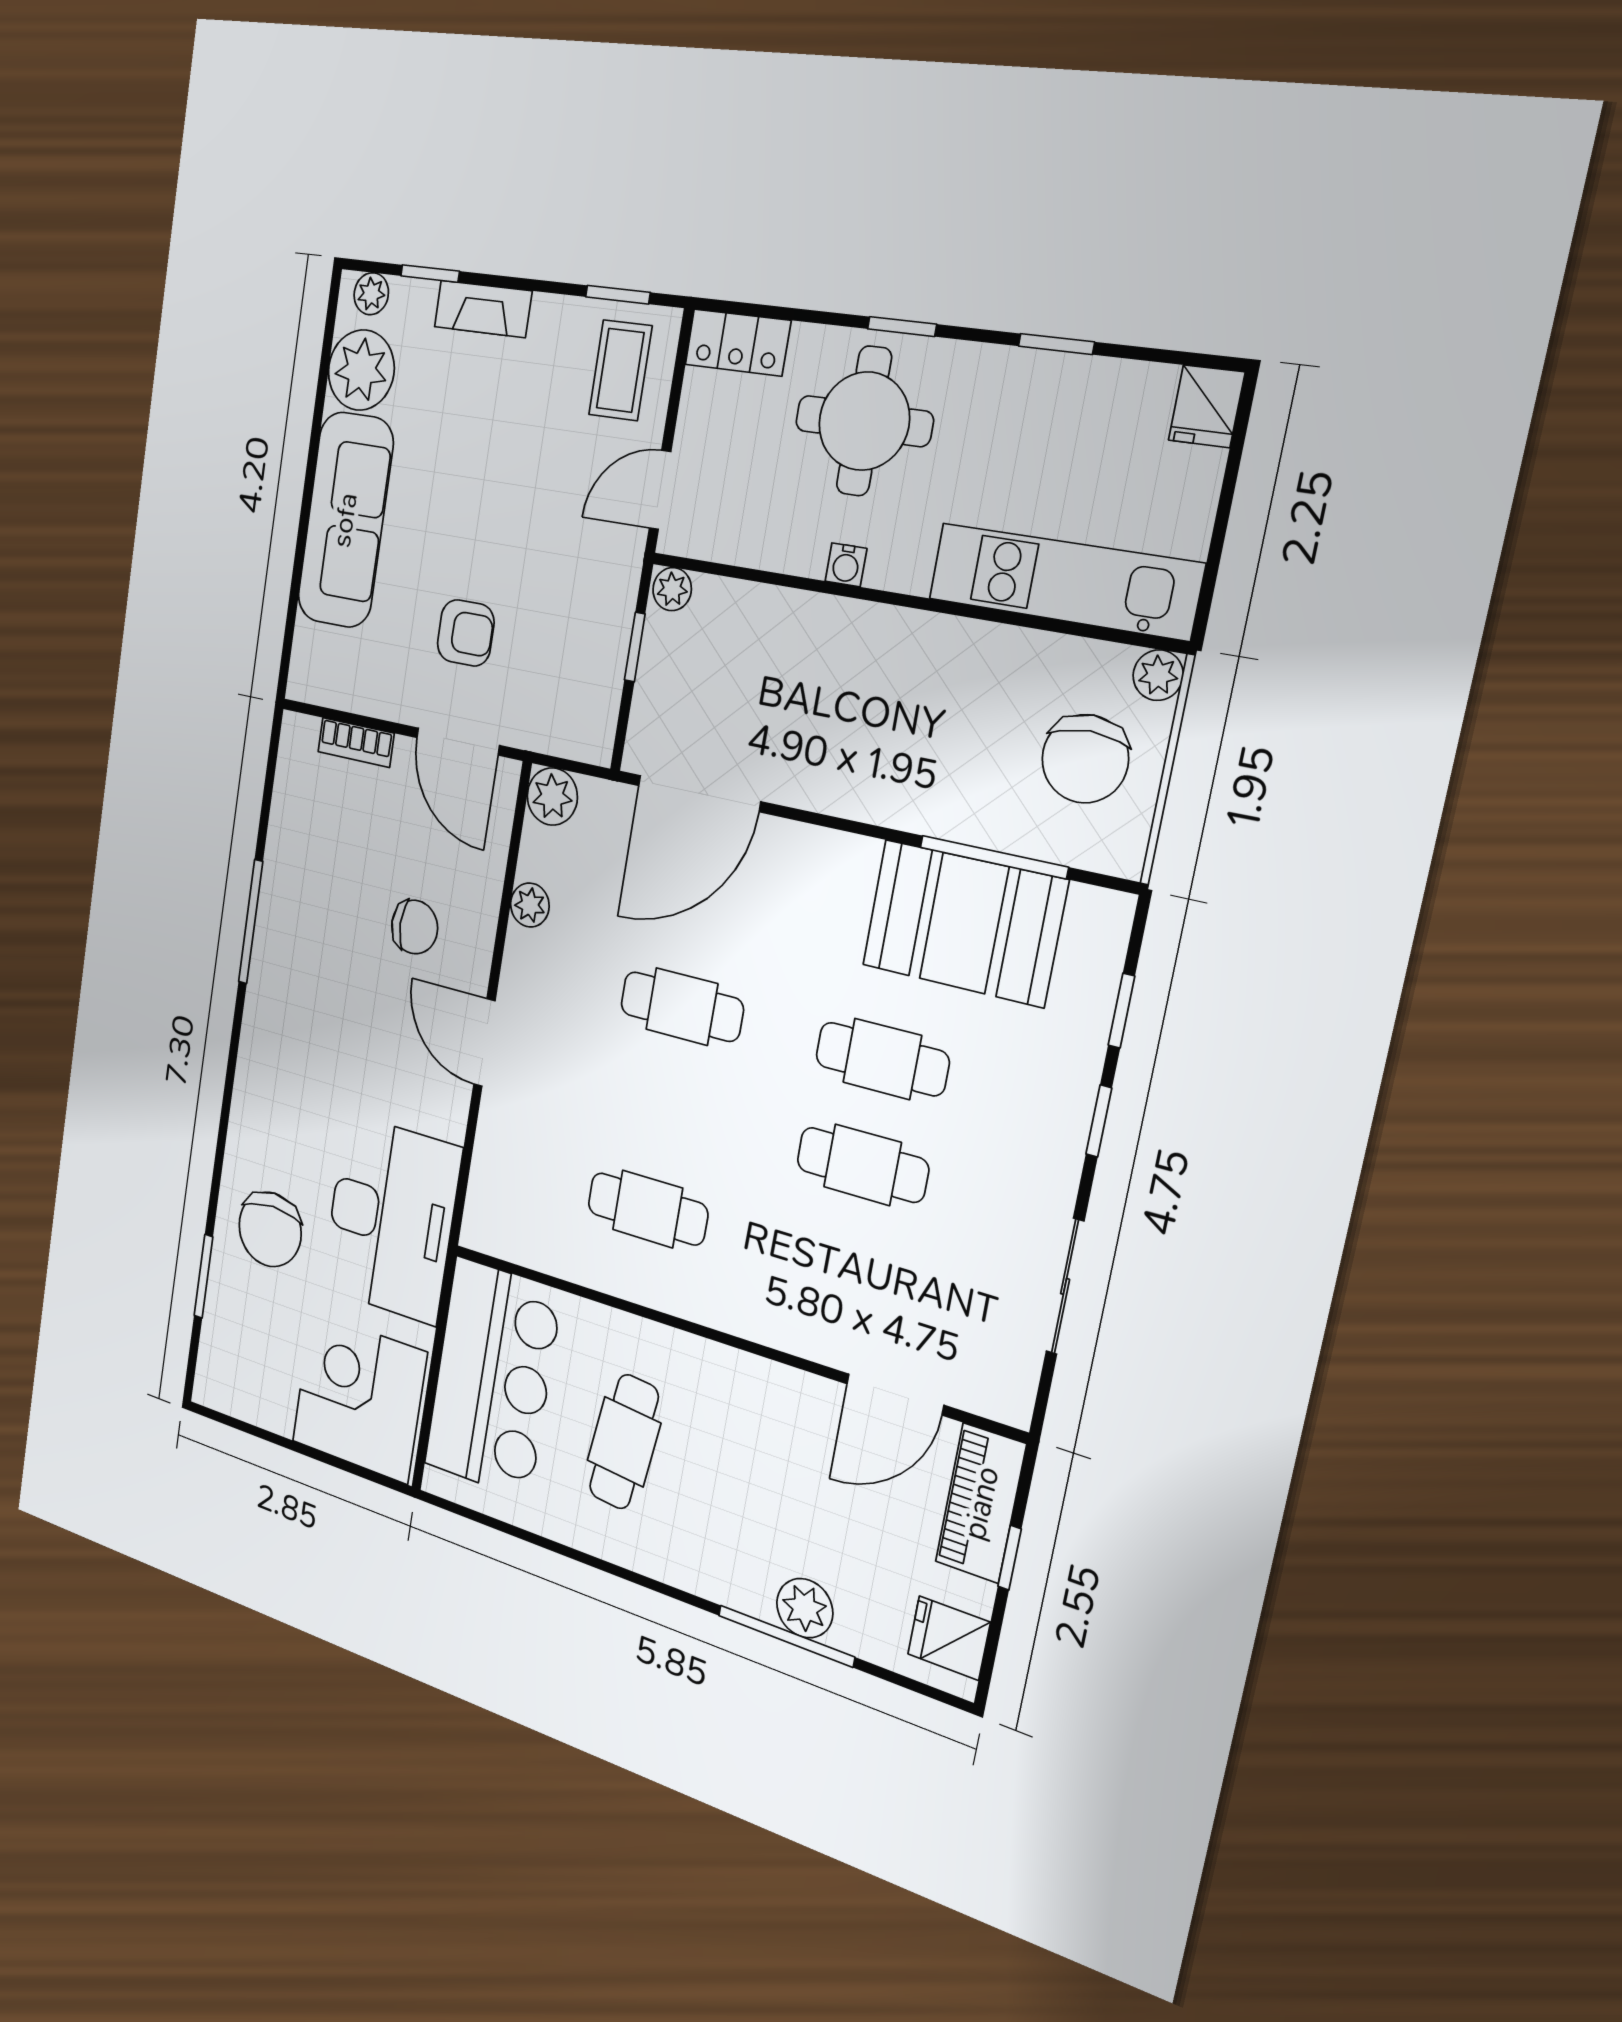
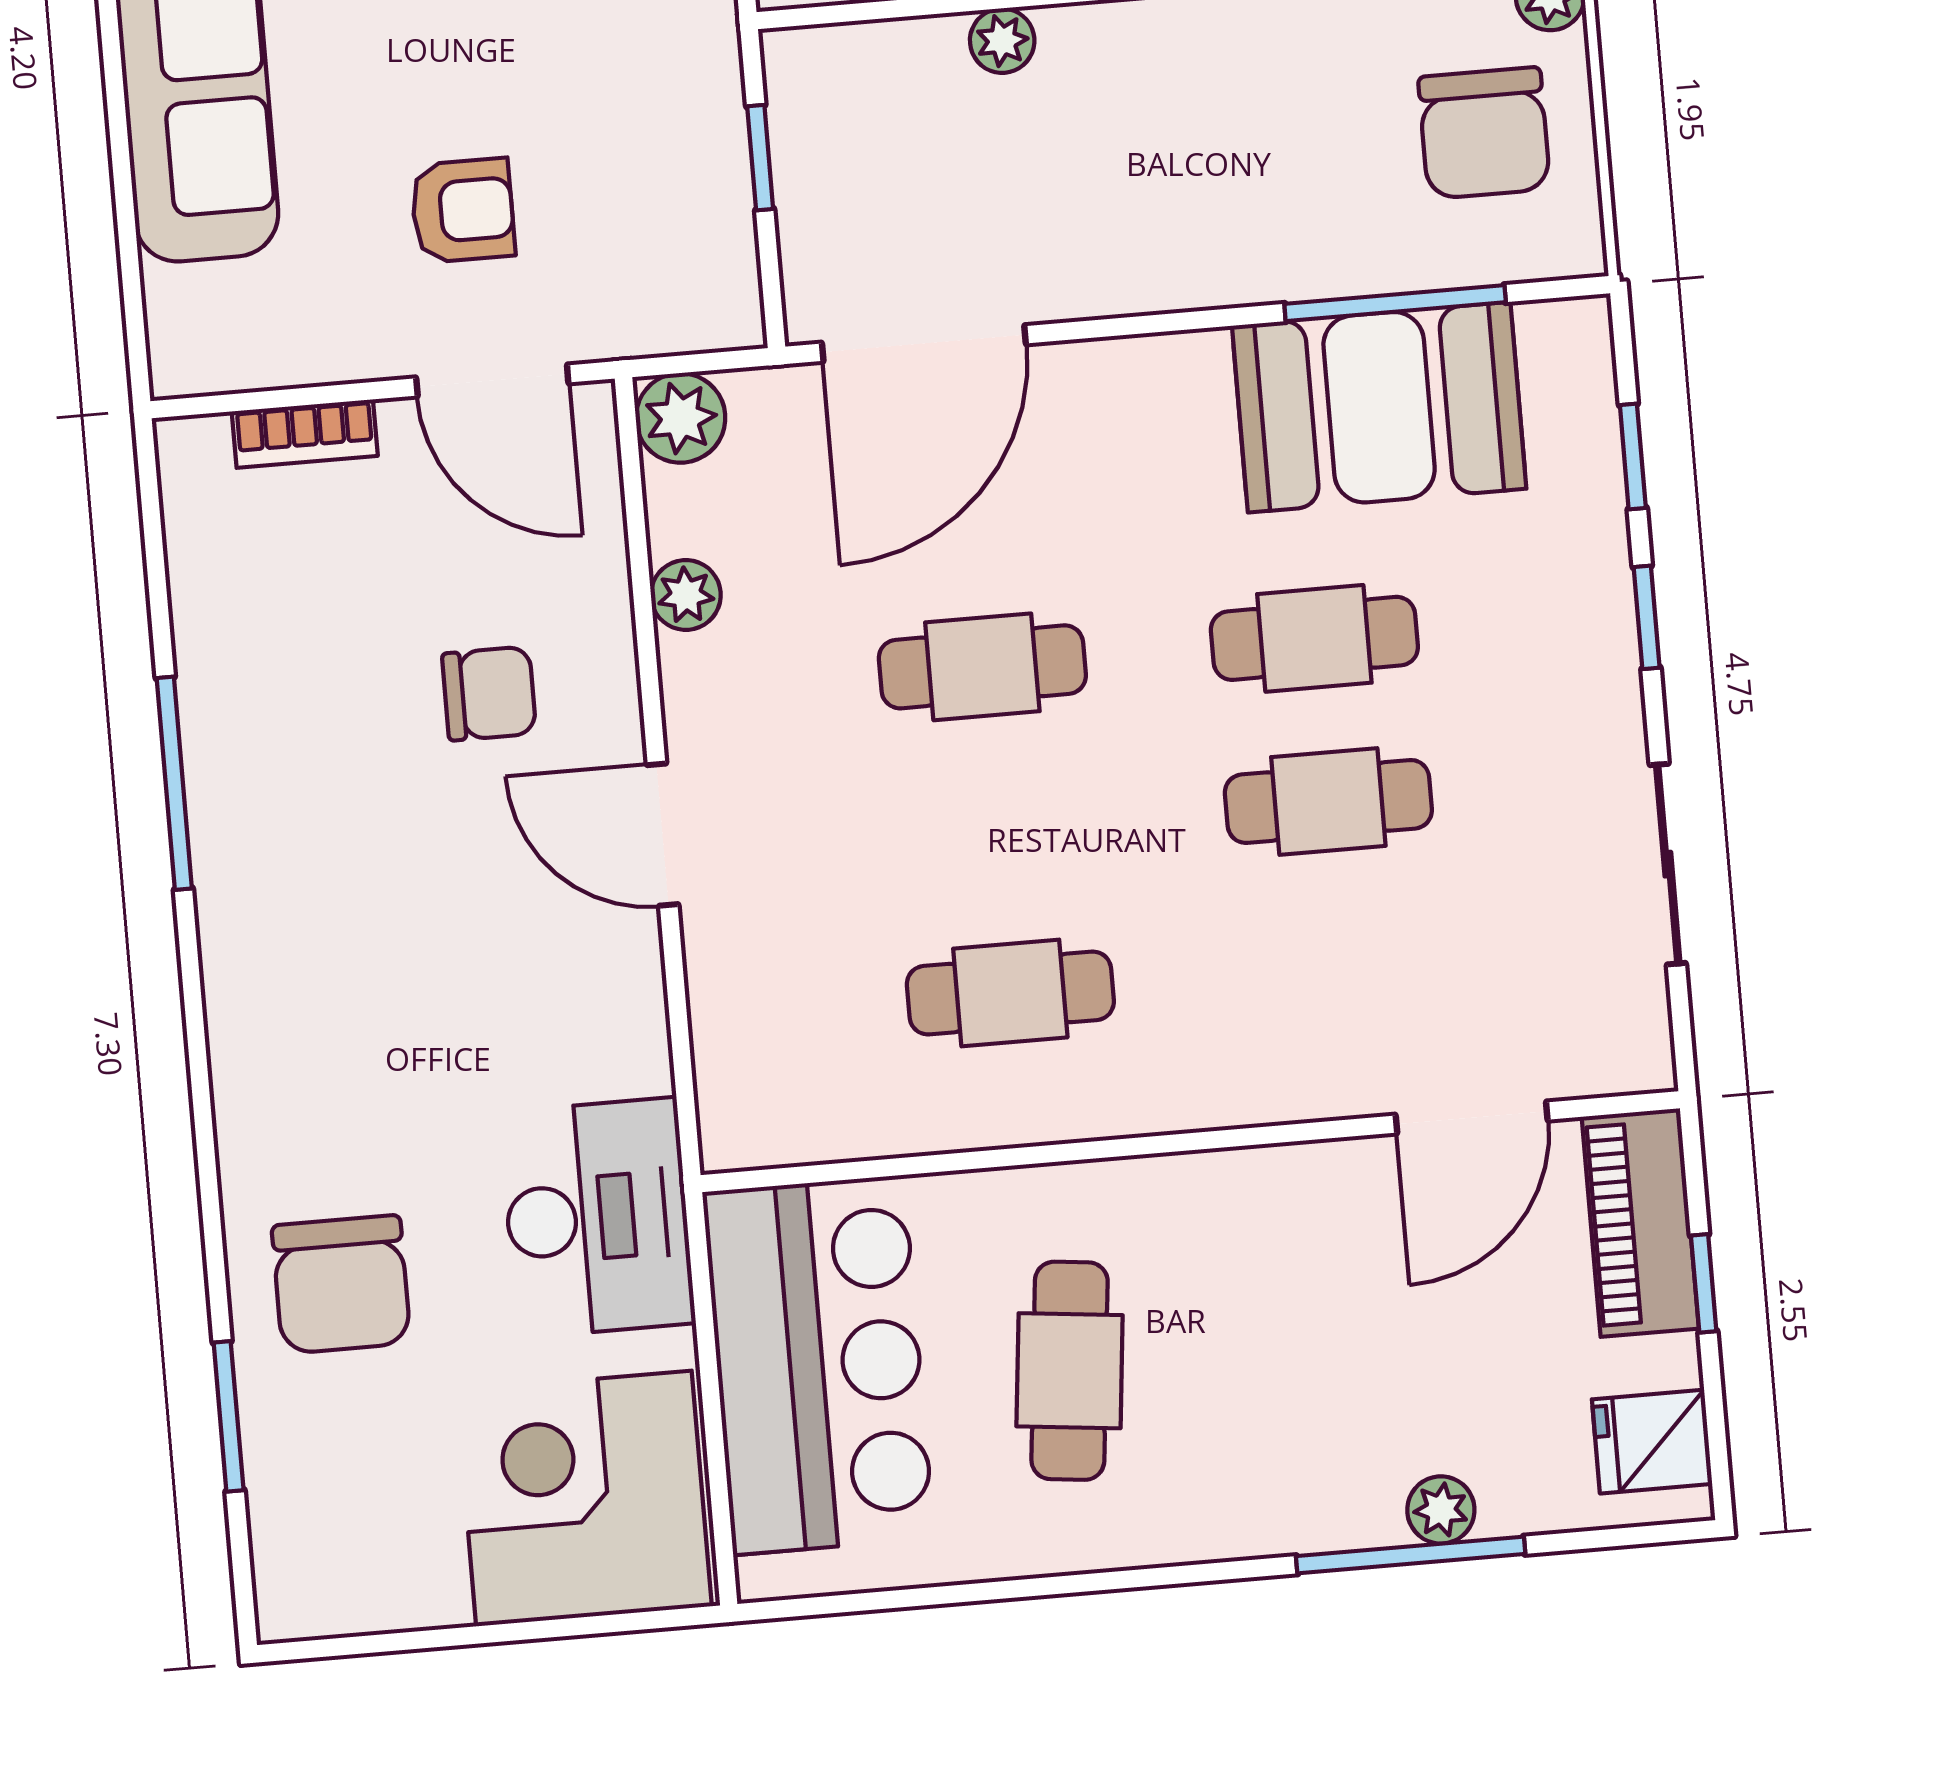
plant: (672, 589) -> (1002, 41), moved
desk: (391, 1219) -> (597, 1218), width x0.73, depth x0.77
plant: (805, 1608) -> (1441, 1510), width x0.73, depth x0.73

